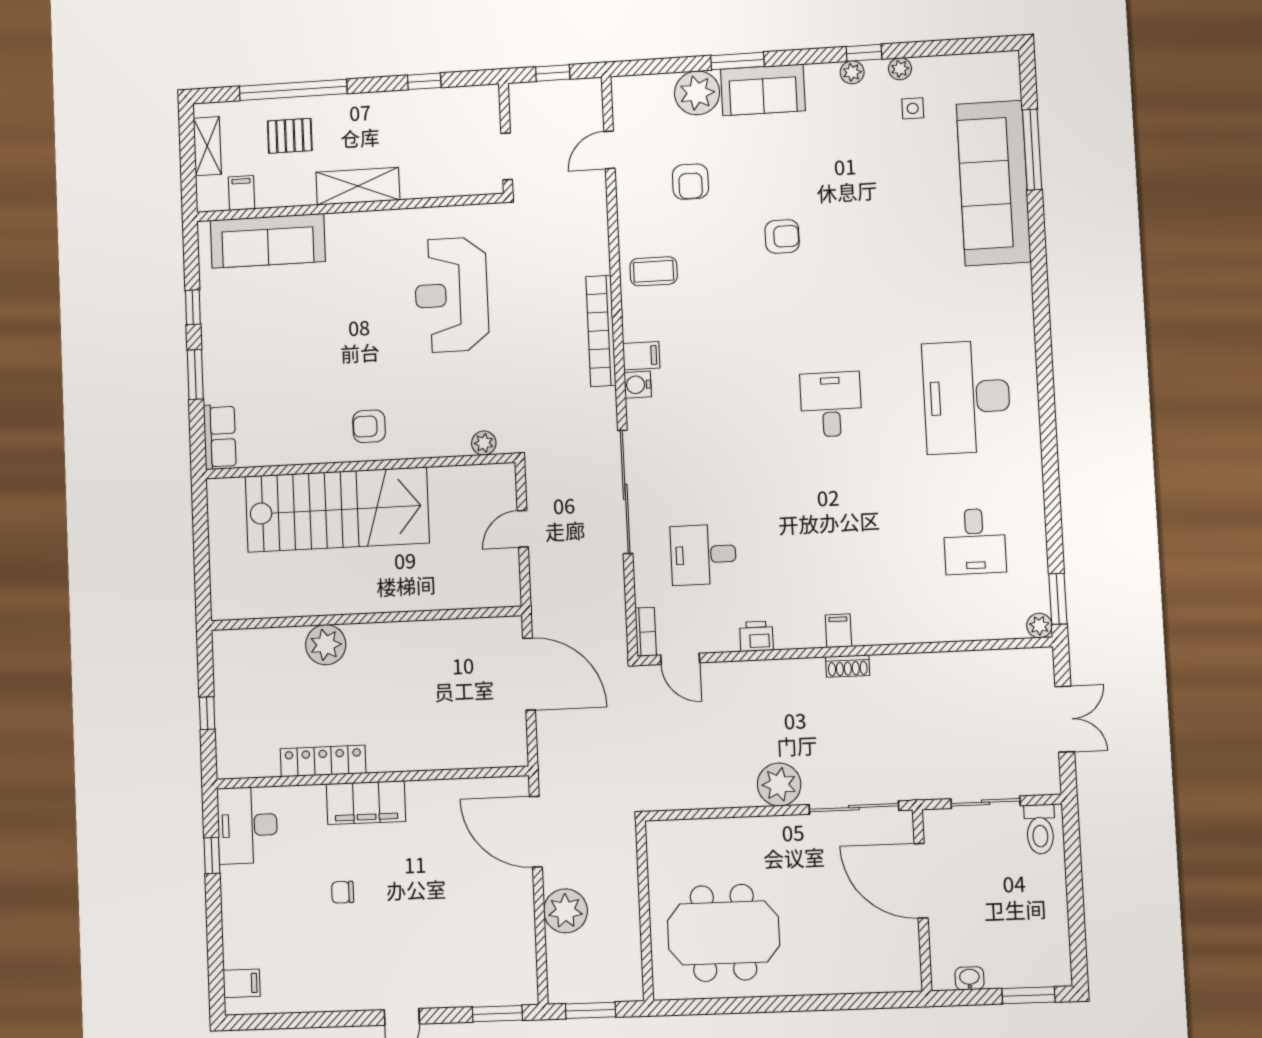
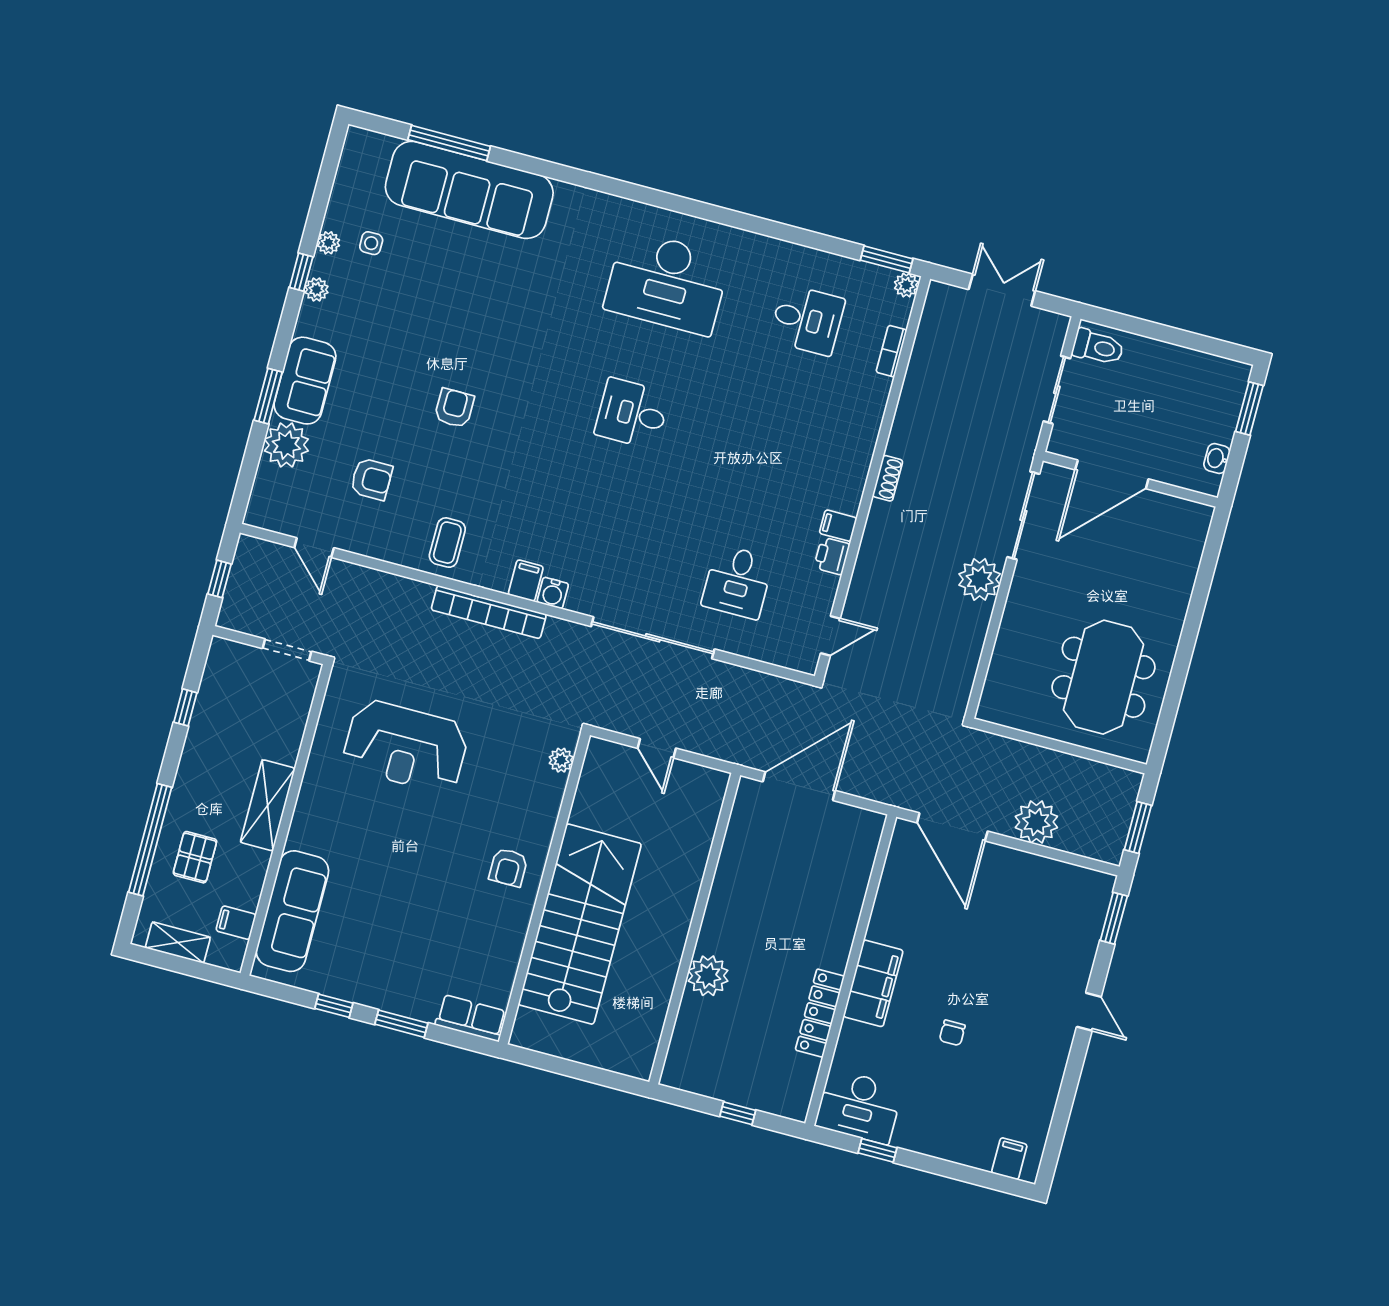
filing cabinet: (838, 631) -> (838, 526), moved
bookcase: (646, 632) -> (891, 351), moved, turned -90
door: (536, 832) -> (952, 827), hinge flipped

